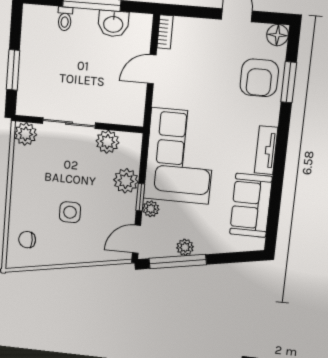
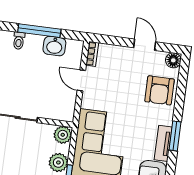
door: (152, 69) -> (81, 80), hinge flipped
window: (289, 82) -> (175, 136), moved
plant: (107, 142) -> (63, 135), moved

